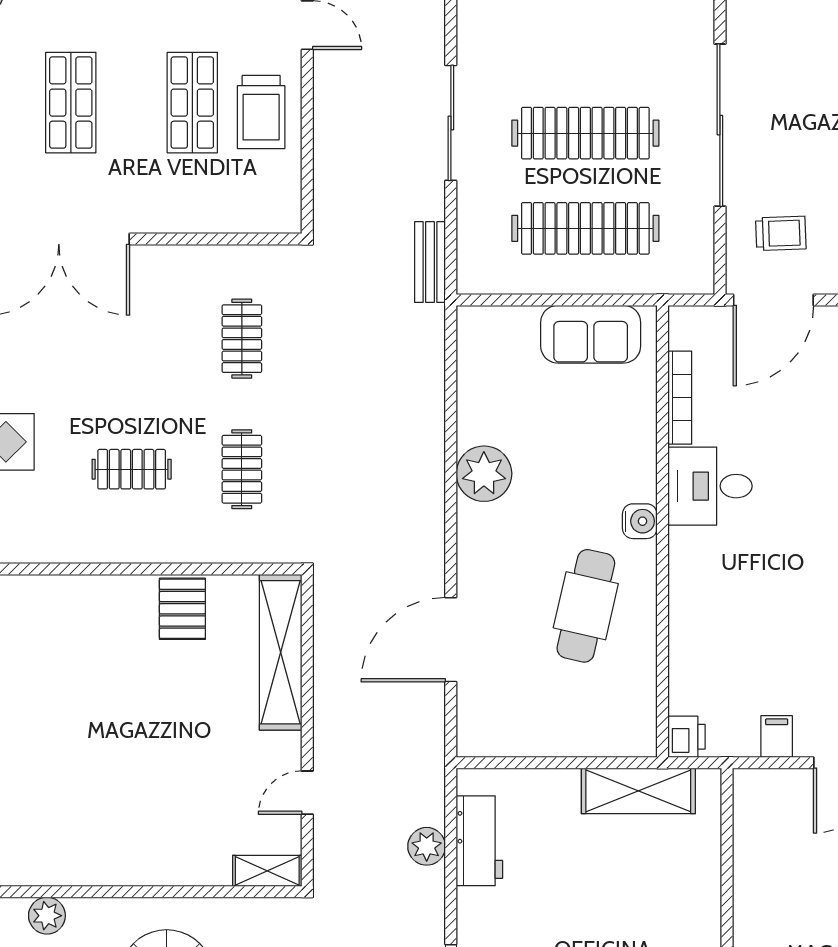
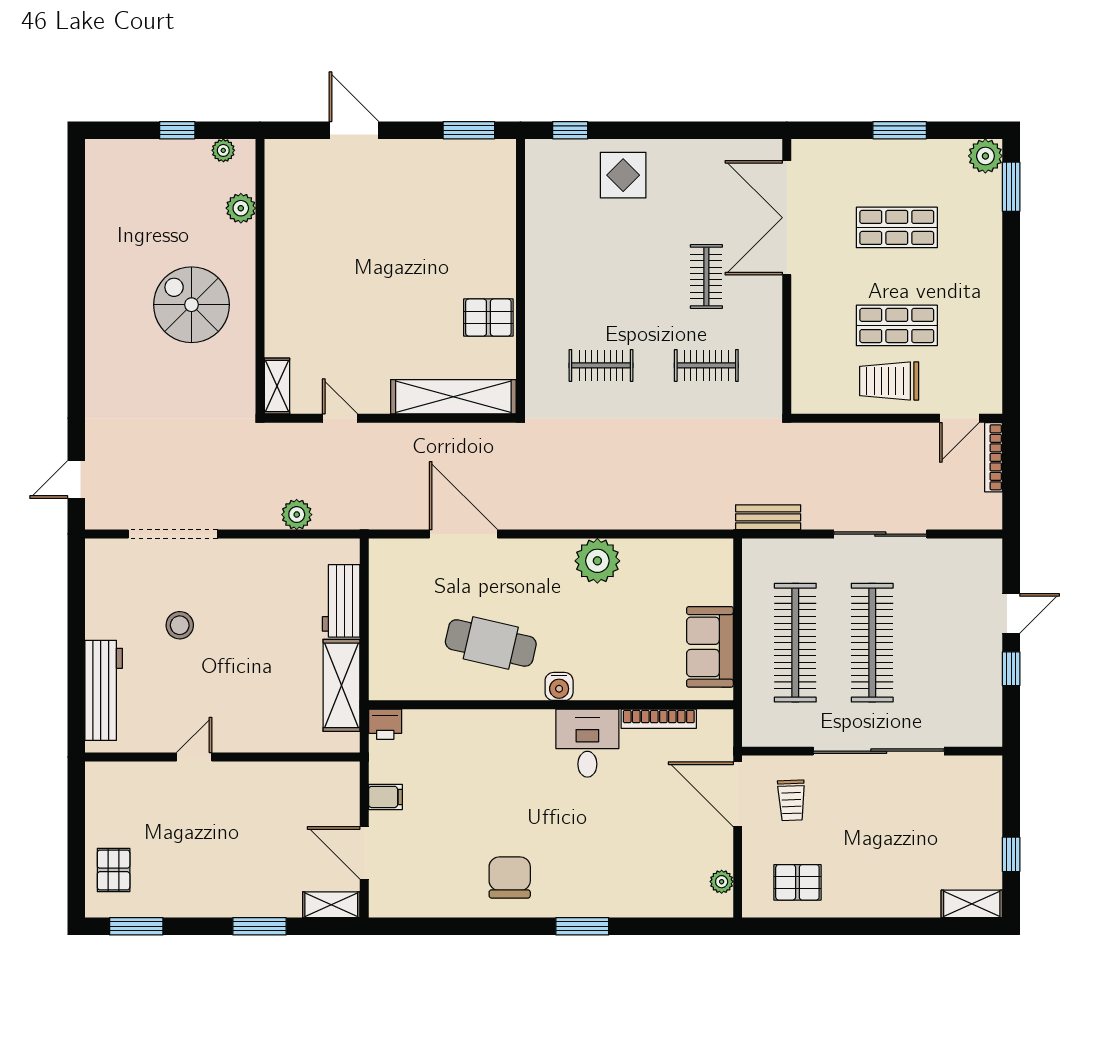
clothes rail: (132, 469) -> (706, 276), moved
workbench: (479, 841) -> (341, 601), moved, turned 90

